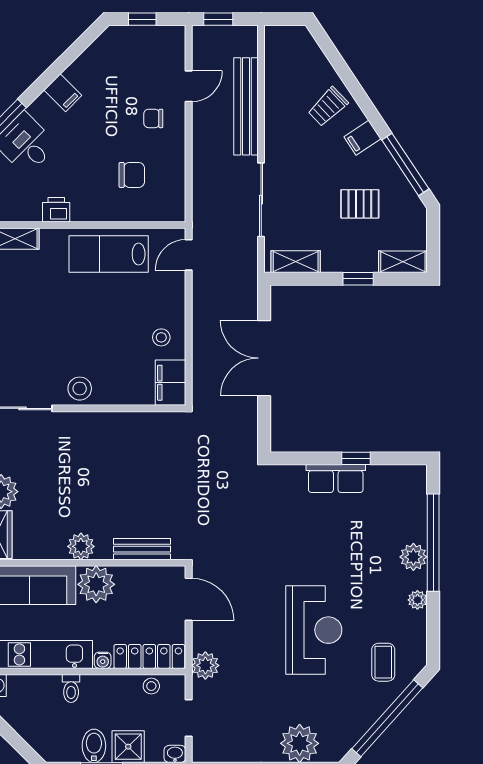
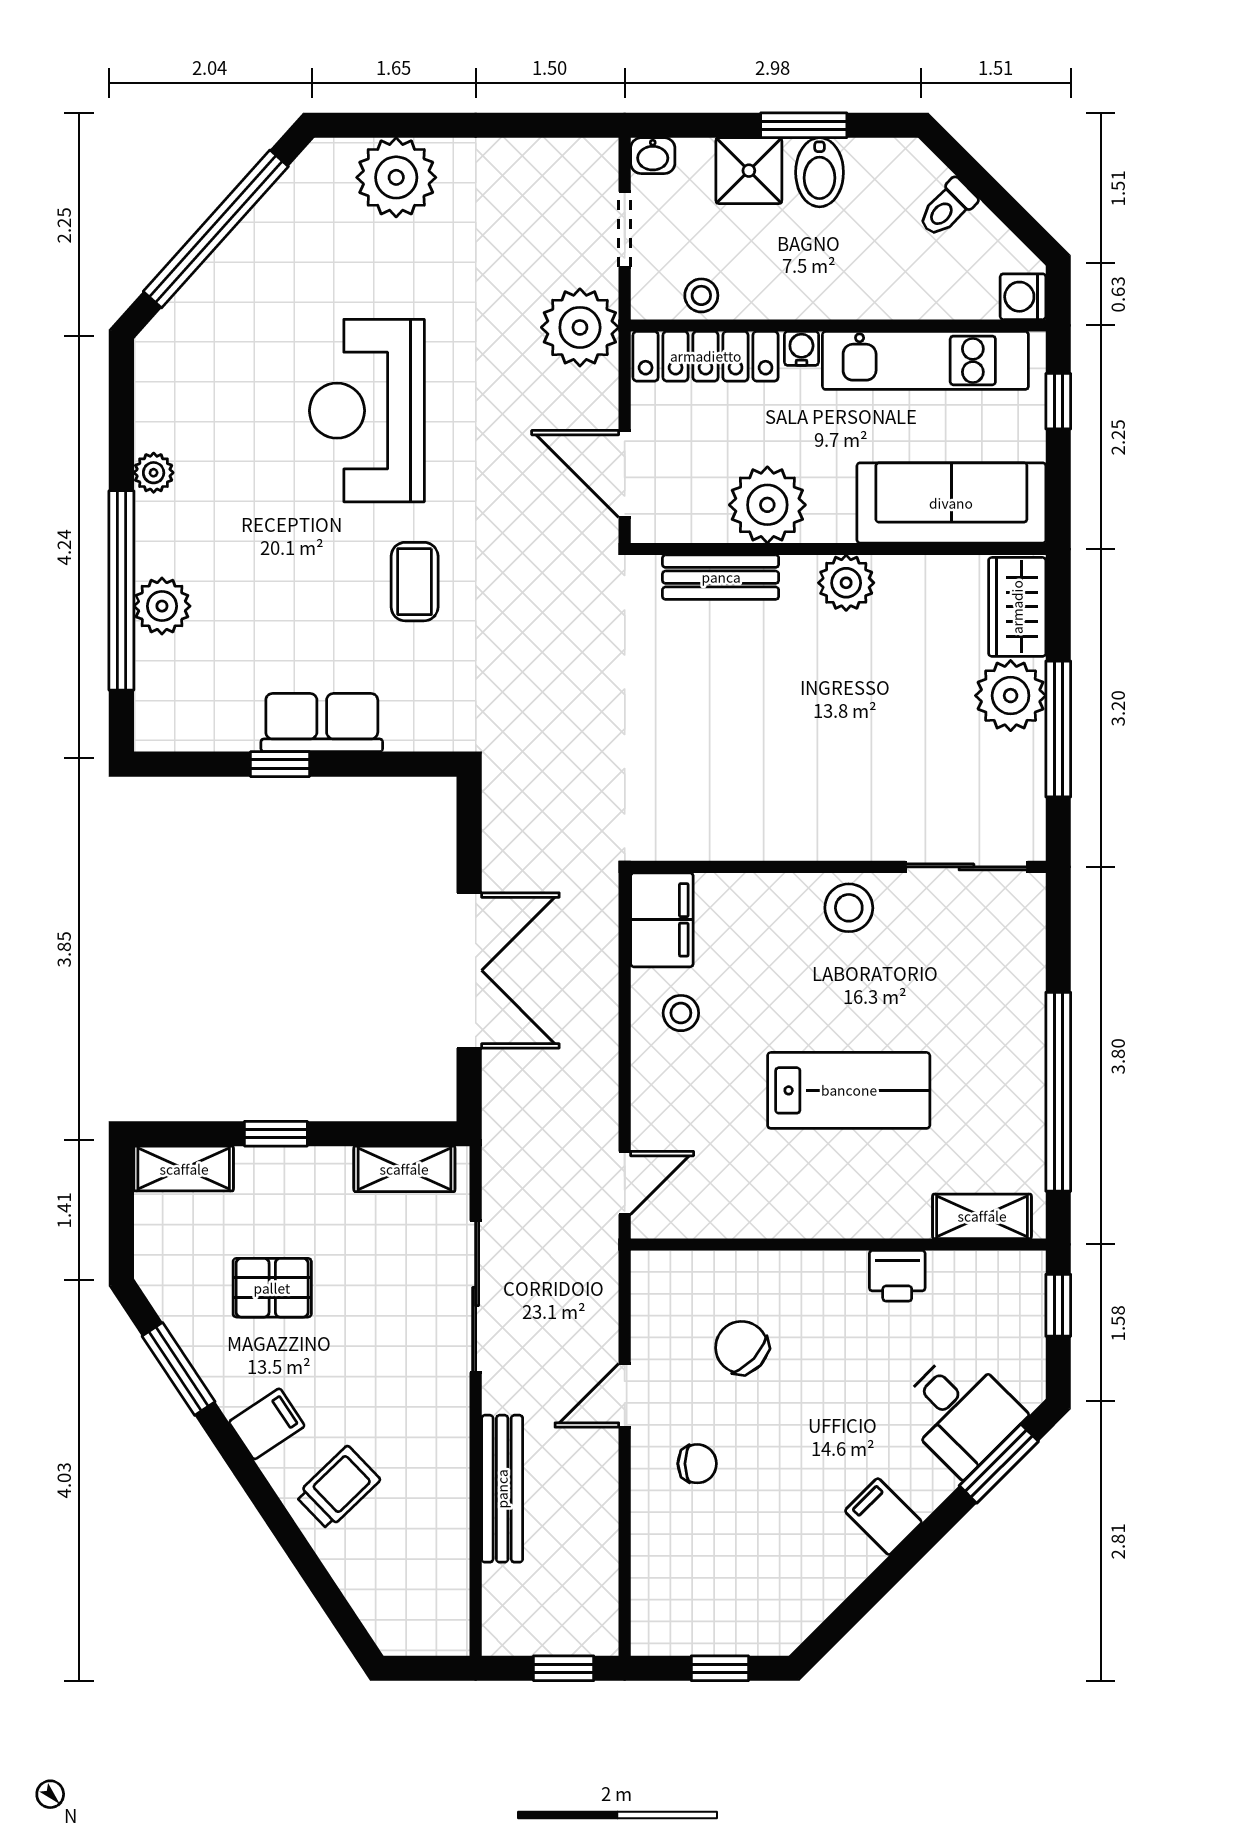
door: (189, 86) -> (625, 1395), moved
bench: (246, 106) -> (502, 1489), width x0.73, depth x0.82
window: (405, 164) -> (179, 1369), width x0.69
chair: (132, 175) -> (742, 1347), turned 43
lab bench: (109, 254) -> (849, 1090), moved
plant: (413, 557) -> (162, 606), moved
plant: (96, 584) -> (767, 505), moved
coffee table: (383, 662) -> (415, 582), moved
plant: (205, 665) -> (580, 327), width x1.36, depth x1.36
toilet: (71, 688) -> (947, 208), moved, turned -135

